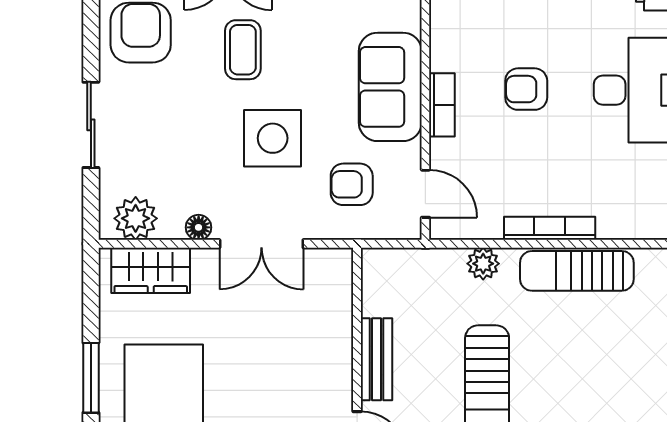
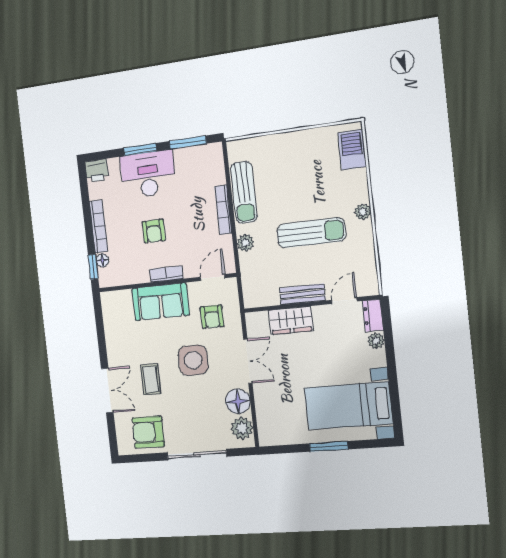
coffee table: (243, 50) -> (151, 379), turned 90
sliding door: (91, 125) -> (197, 455), width x1.37
floor lamp: (199, 227) -> (238, 401), width x1.89, depth x1.89
wardrobe: (151, 270) -> (291, 320), moved, turned 90

